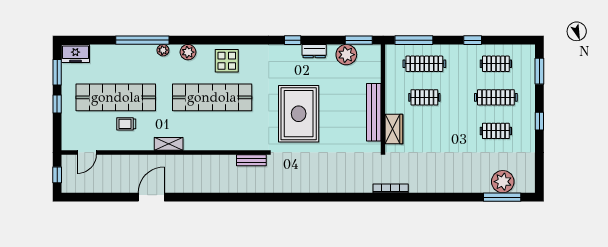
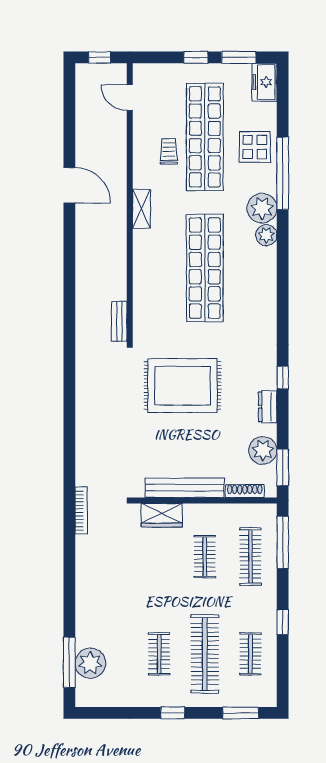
plant: (163, 50) -> (262, 208), width x1.88, depth x1.88
display table: (227, 61) -> (255, 147), moved
shoe rack: (376, 68) -> (245, 491), added
clothes rail: (496, 97) -> (205, 654), width x1.37, depth x1.31

